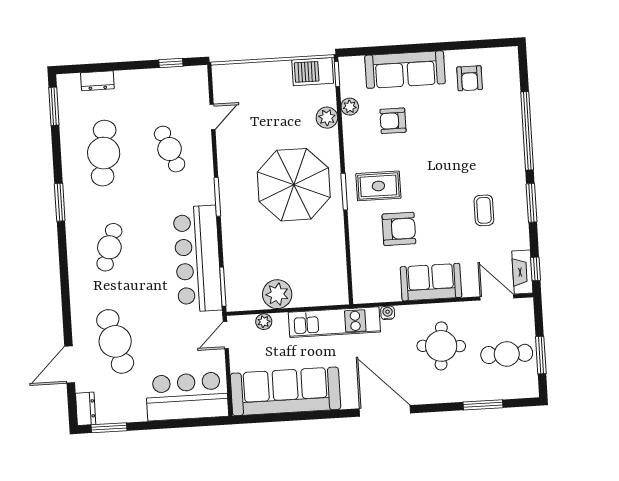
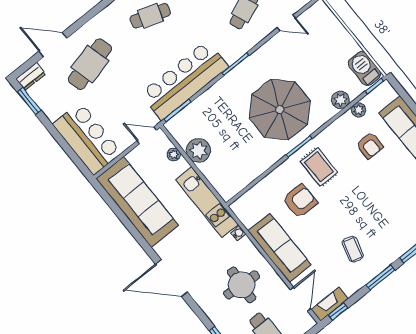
armchair: (393, 121) -> (370, 146), turned 180
coffee table: (484, 210) -> (353, 249), turned -75
armchair: (399, 229) -> (300, 201), turned -90
sofa: (431, 282) -> (280, 248), width x1.36
door: (385, 411) -> (171, 278), swing flipped

